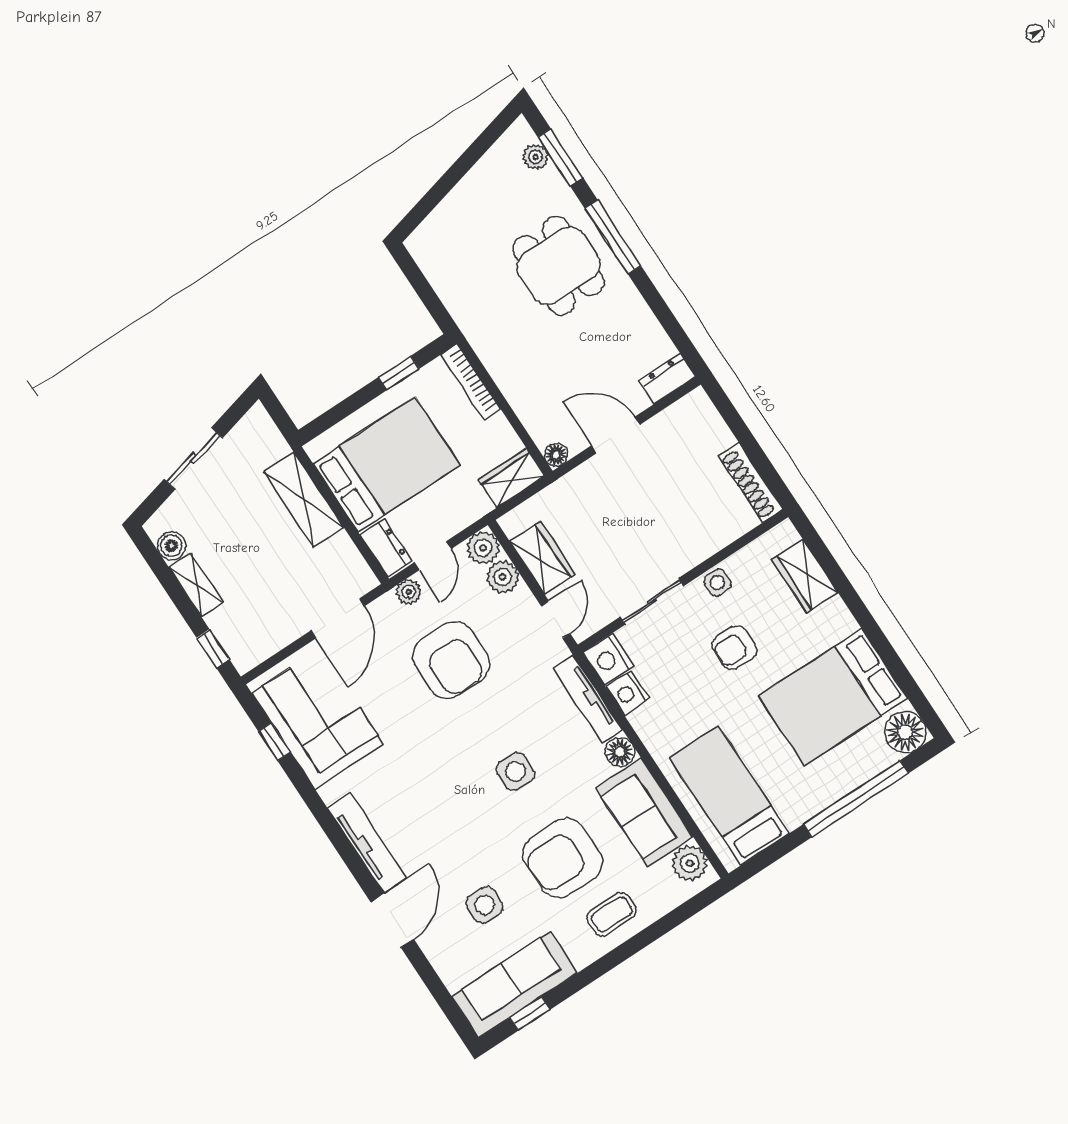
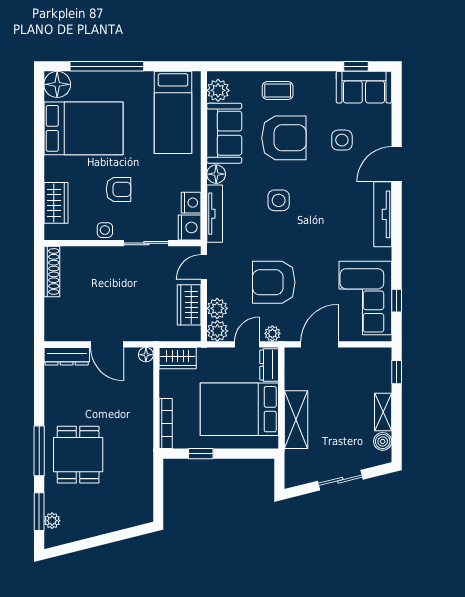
dresser: (667, 379) -> (67, 356), width x1.44
armchair: (451, 660) -> (274, 282), turned -90
sofa: (514, 984) -> (364, 87), width x0.73

